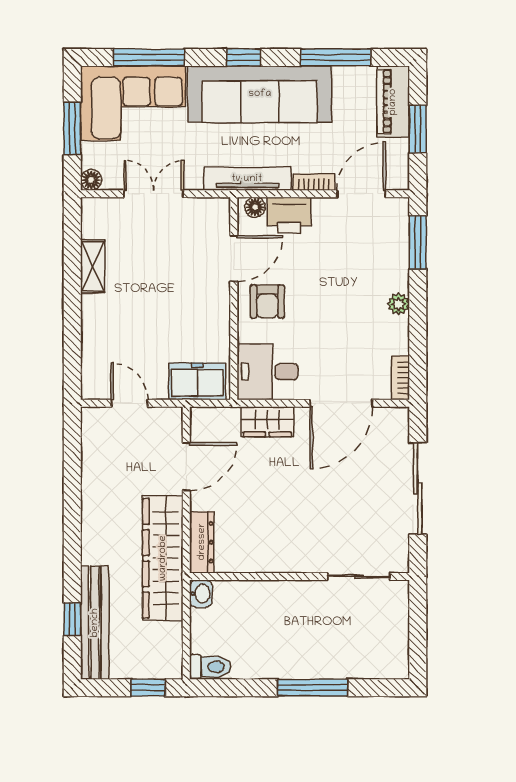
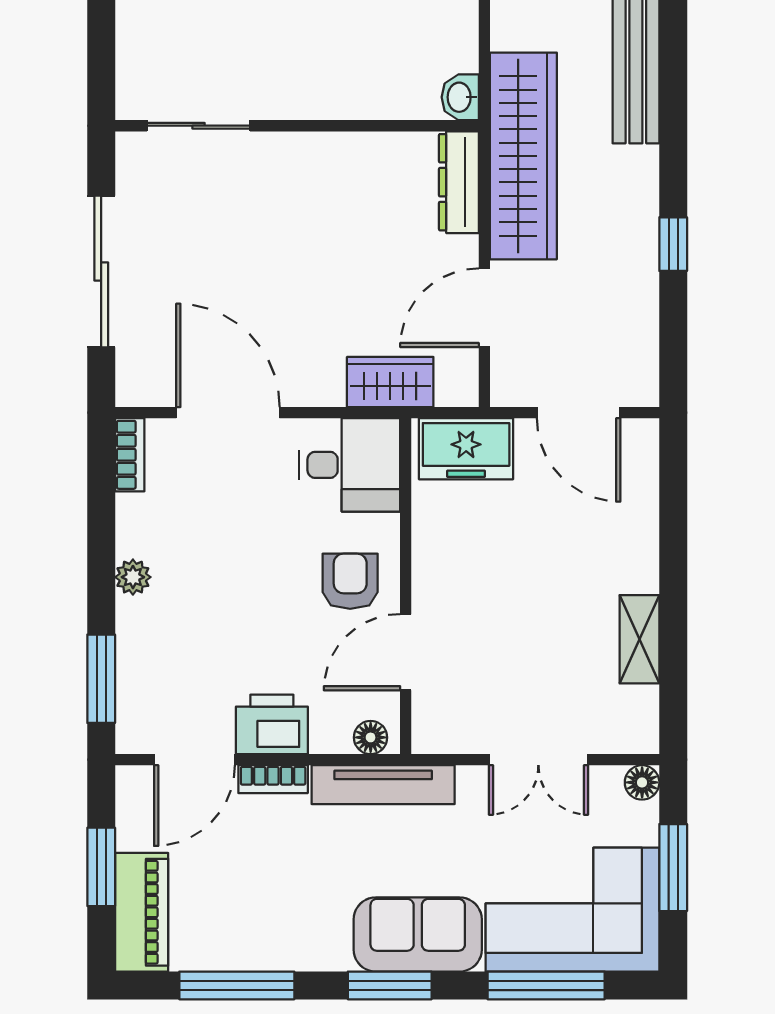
window: (244, 57) -> (390, 985), width x1.50
sofa: (260, 94) -> (418, 934), width x0.54, depth x0.79
printer: (289, 215) -> (272, 724), moved
door: (129, 403) -> (579, 413), width x1.38
door: (341, 403) -> (228, 413), hinge flipped
wardrobe: (267, 422) -> (390, 382), moved
window: (72, 619) -> (673, 244), moved

